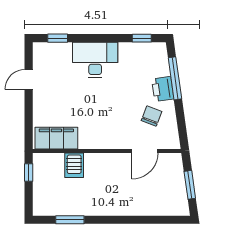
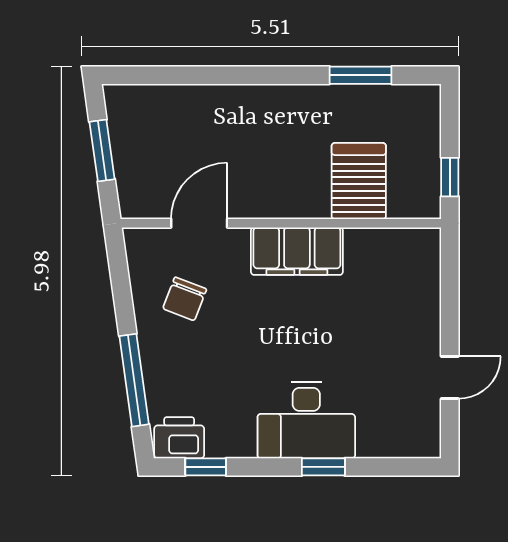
window: (58, 38) -> (323, 467), moved
printer: (163, 89) -> (179, 438), moved, turned -82
filing cabinet: (56, 138) -> (297, 251), moved
server rack: (74, 165) -> (359, 181), width x1.36, depth x1.44

